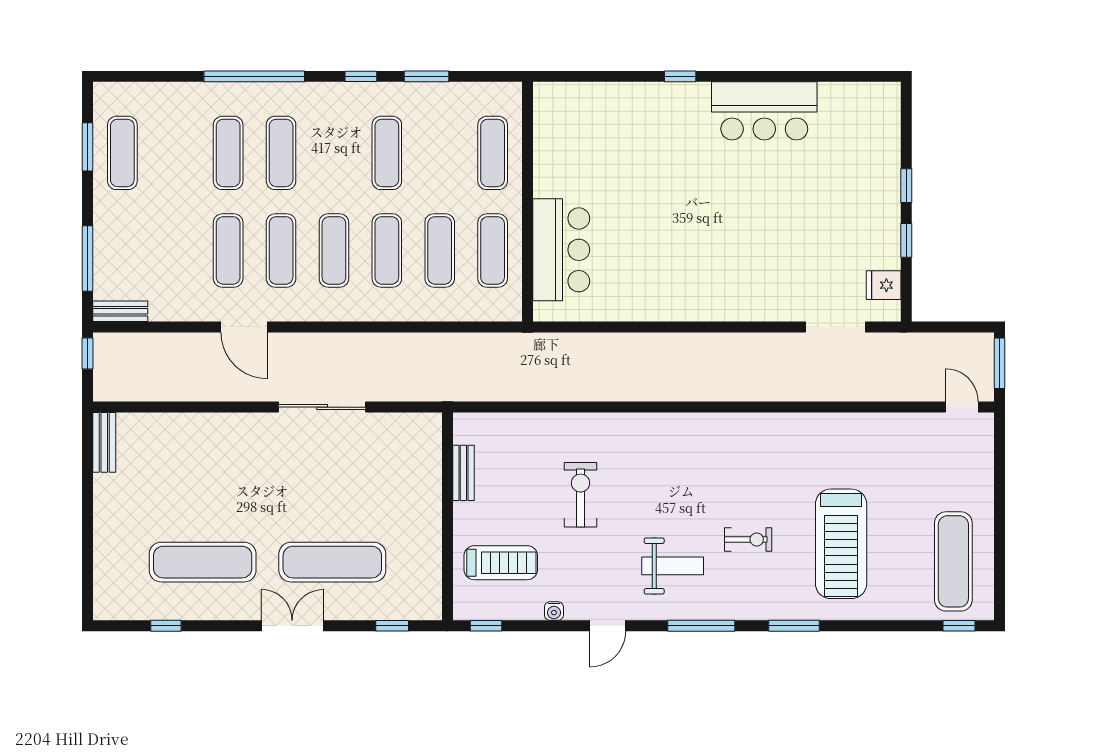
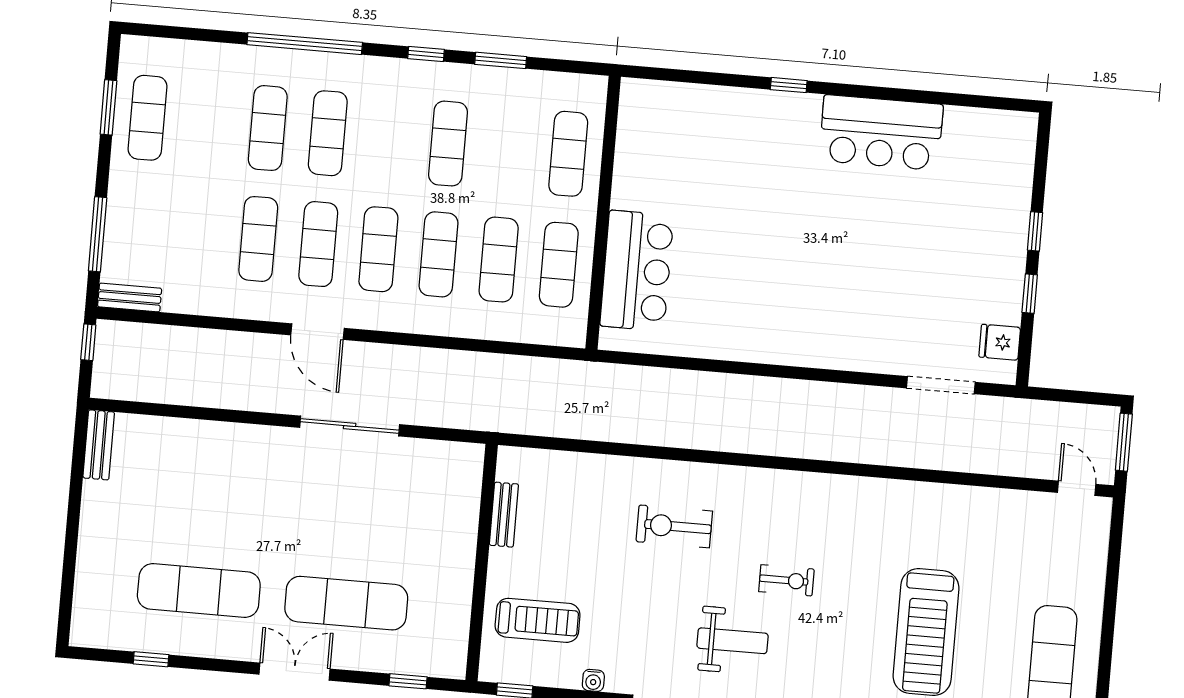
door: (244, 327) -> (318, 332), moved
exercise bike: (580, 495) -> (674, 526), moved, turned -90
exercise bike: (748, 539) -> (786, 580), moved

